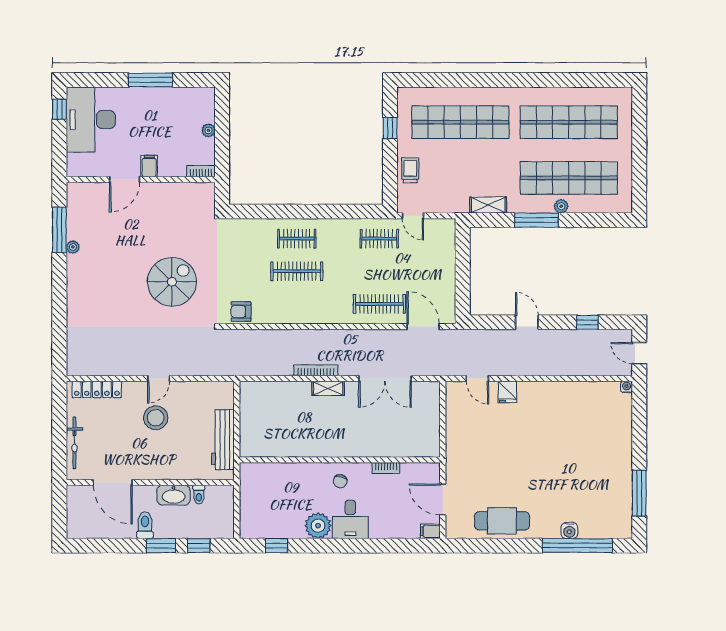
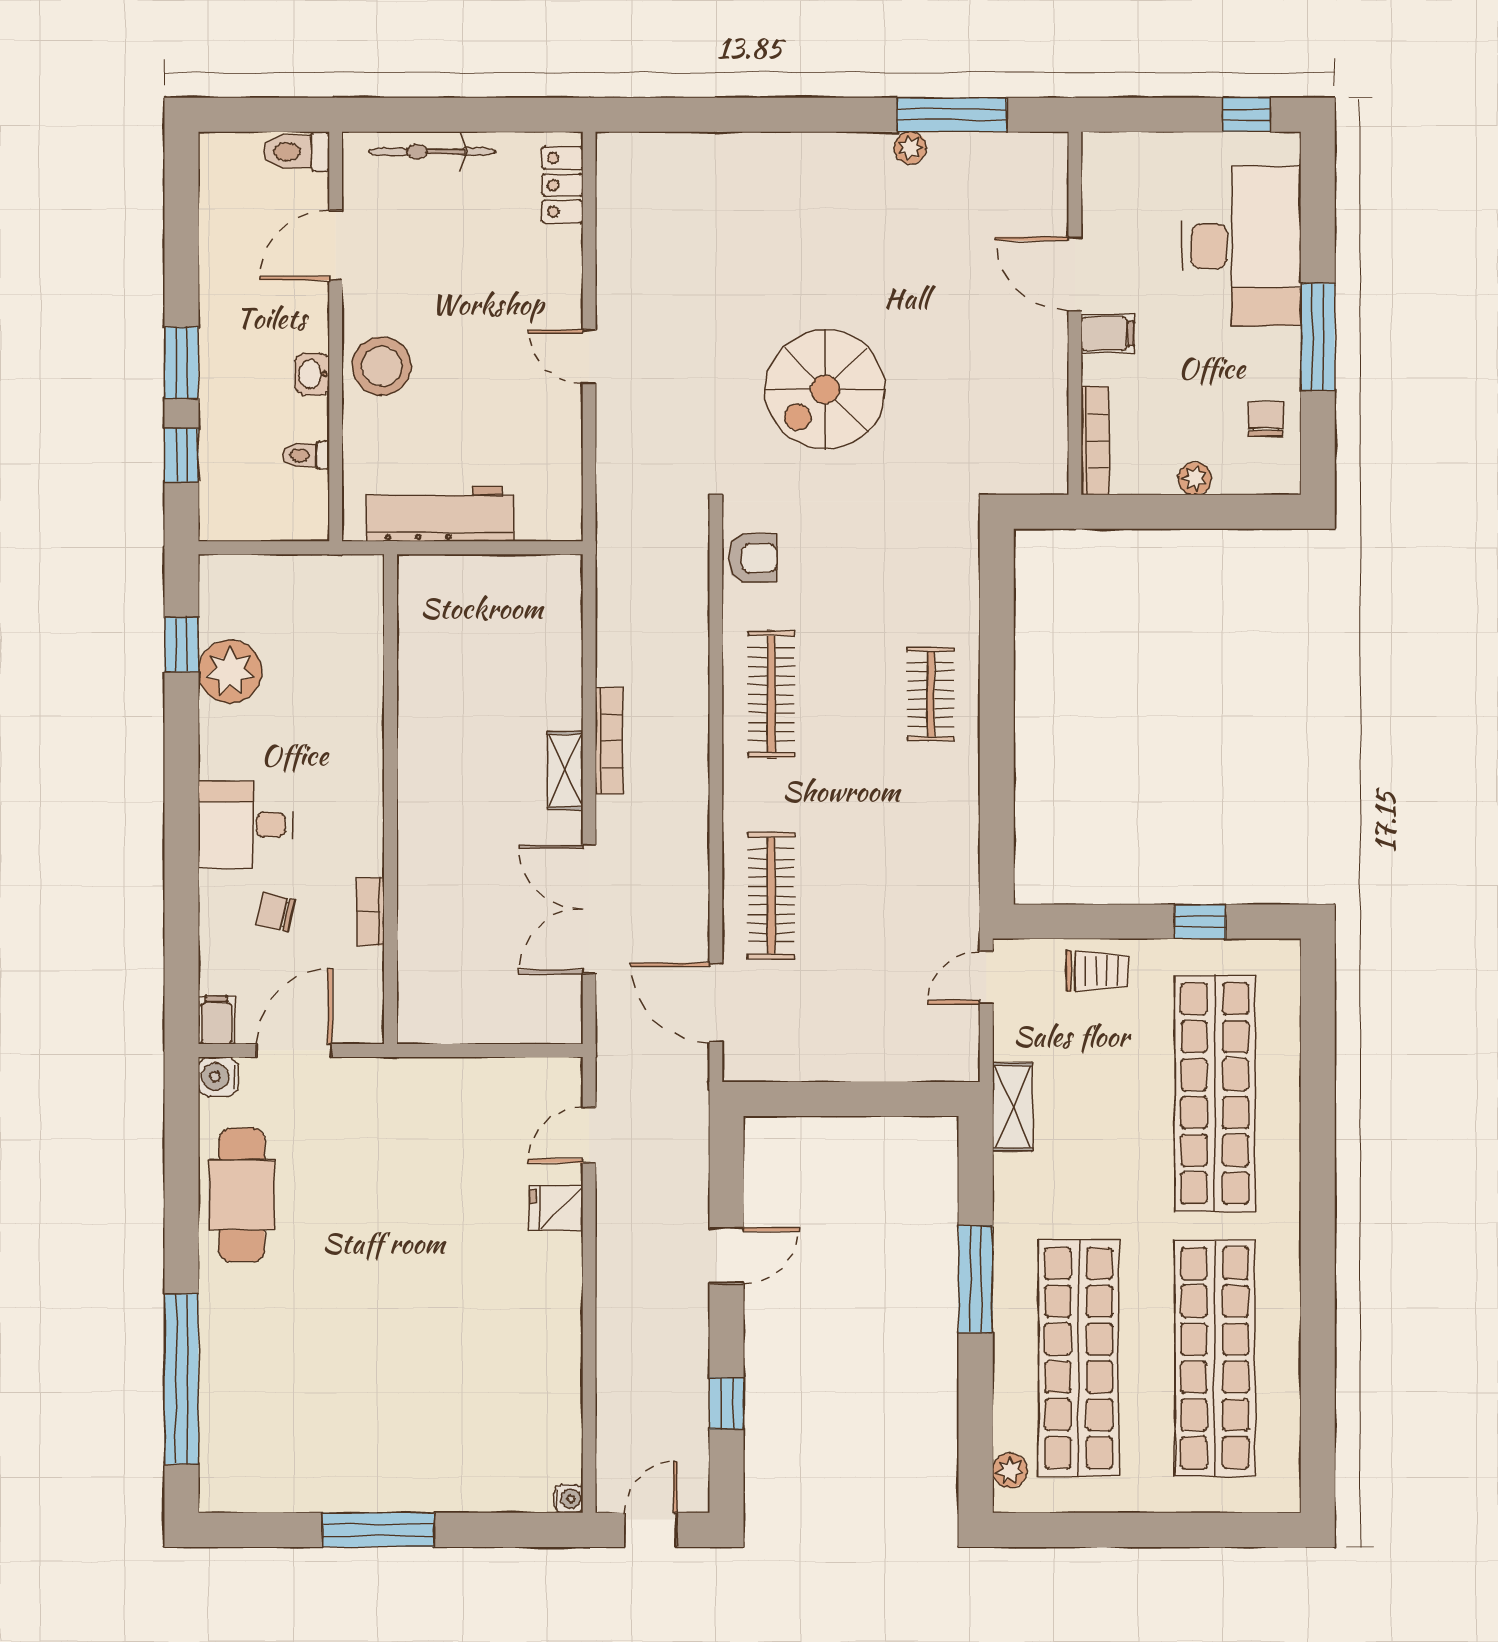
chair: (184, 101) -> (1266, 419), added
desk: (91, 120) -> (1241, 246), moved, turned 90
bookcase: (201, 171) -> (1095, 441), width x1.56
shelving: (488, 205) -> (1013, 1107), moved
plant: (561, 206) -> (1010, 1470), moved
clothes rail: (379, 239) -> (931, 896), removed
clothes rail: (297, 271) -> (771, 694), moved
spiral stairs: (172, 282) -> (825, 389), turned 90
armchair: (241, 312) -> (753, 558), turned 90
door: (423, 327) -> (716, 1003), swing flipped
locker: (97, 389) -> (562, 185), width x0.66
stool: (156, 418) -> (382, 366), moved
chair: (340, 481) -> (275, 912), moved
door: (113, 482) -> (336, 245), width x0.73
window: (639, 493) -> (378, 1530), moved
washbasin: (174, 495) -> (312, 374), width x0.52, depth x0.69
toilet: (145, 525) -> (296, 152), moved, turned 180
plant: (318, 526) -> (230, 671), moved
water cooler: (569, 531) -> (218, 1077), moved

